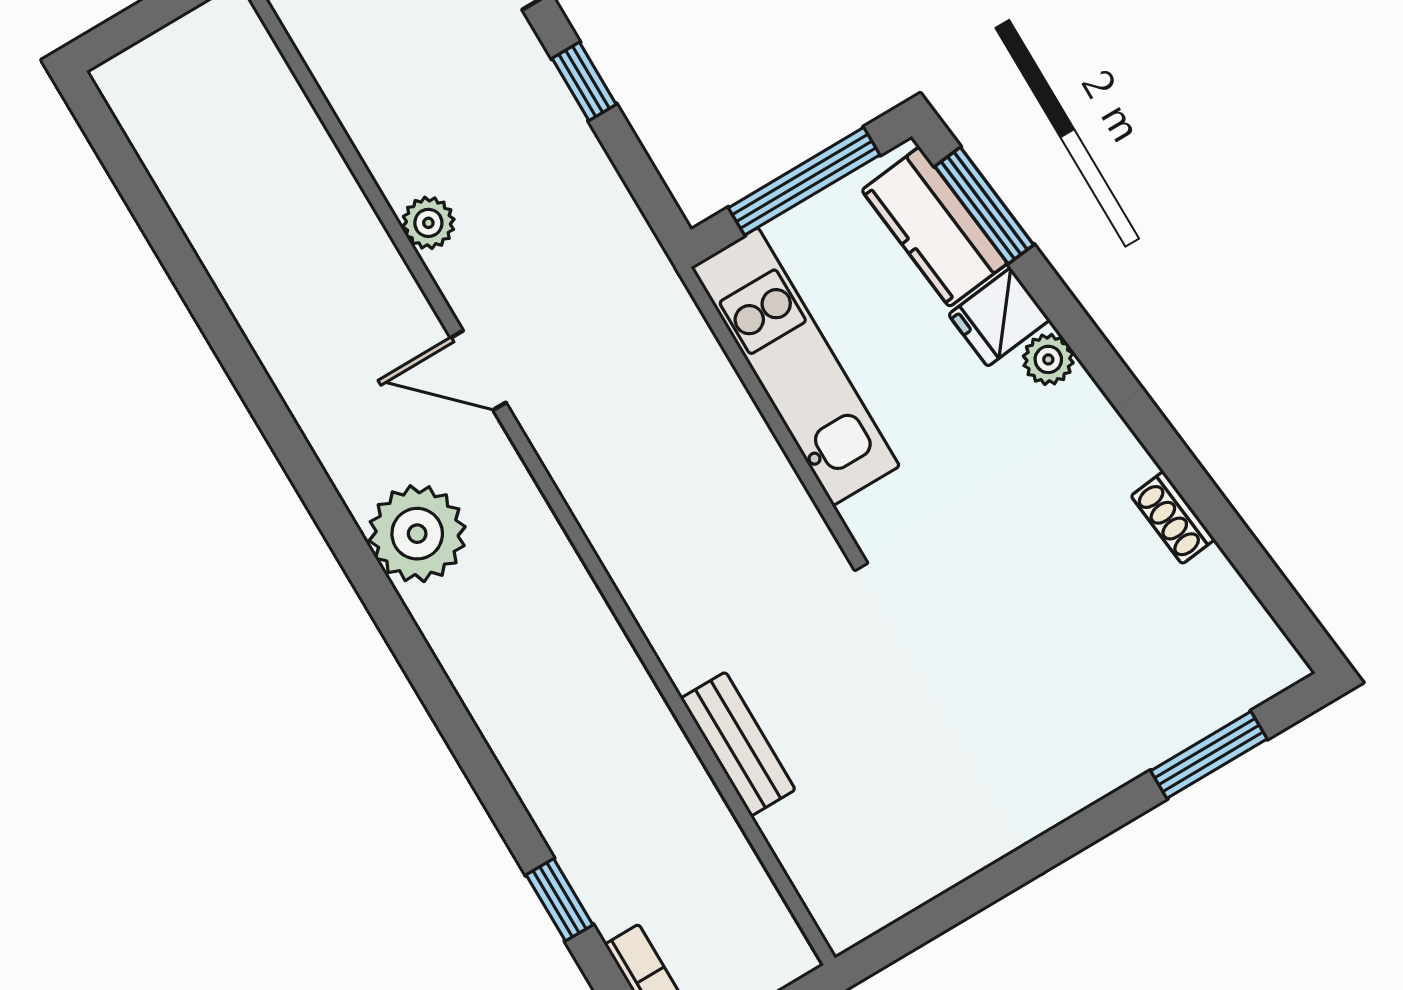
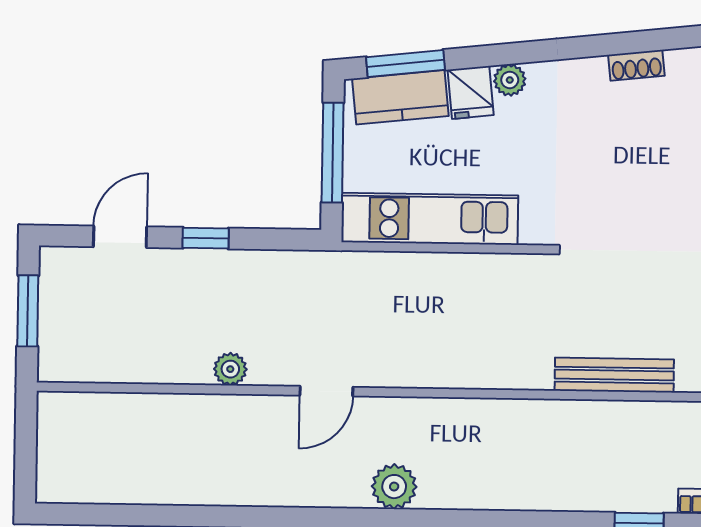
plant: (417, 534) -> (394, 487), width x0.73, depth x0.73
bench: (738, 744) -> (614, 375), width x1.36

